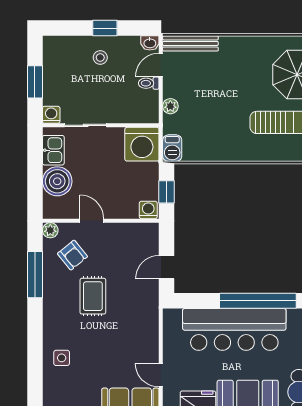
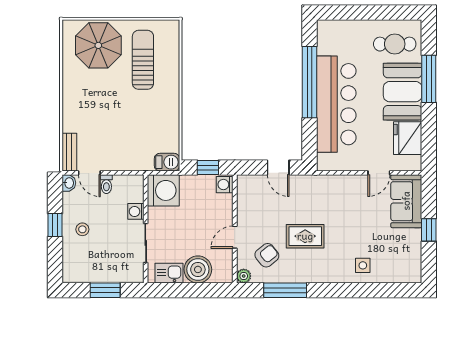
bench: (190, 43) -> (69, 152), width x0.73
plant: (170, 106) -> (128, 164), removed
washing machine: (51, 115) -> (136, 211), moved

